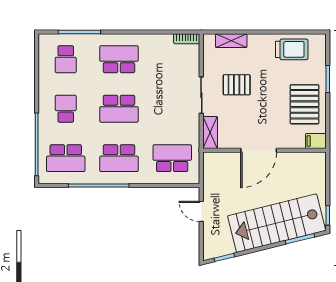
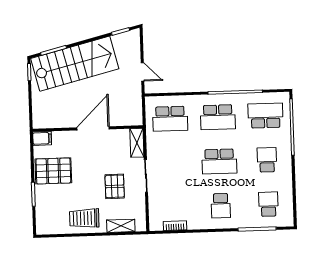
bookcase: (187, 39) -> (175, 226), moved
trolley: (292, 49) -> (84, 218), moved
school desk: (119, 59) -> (221, 206), width x0.54
pallet: (237, 85) -> (115, 186), turned 90
pallet: (305, 104) -> (53, 171), turned 90
school desk: (66, 109) -> (267, 160), turned 180
school desk: (119, 109) -> (219, 161), turned 180
school desk: (119, 158) -> (218, 117), turned 180

